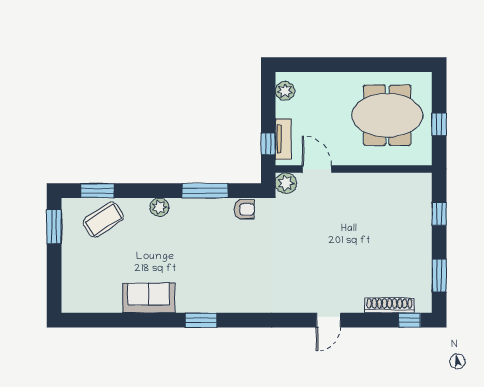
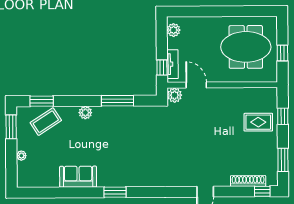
armchair: (244, 209) -> (145, 114), removed
rug: (404, 222) -> (258, 122), added
plant: (68, 268) -> (21, 156), added

